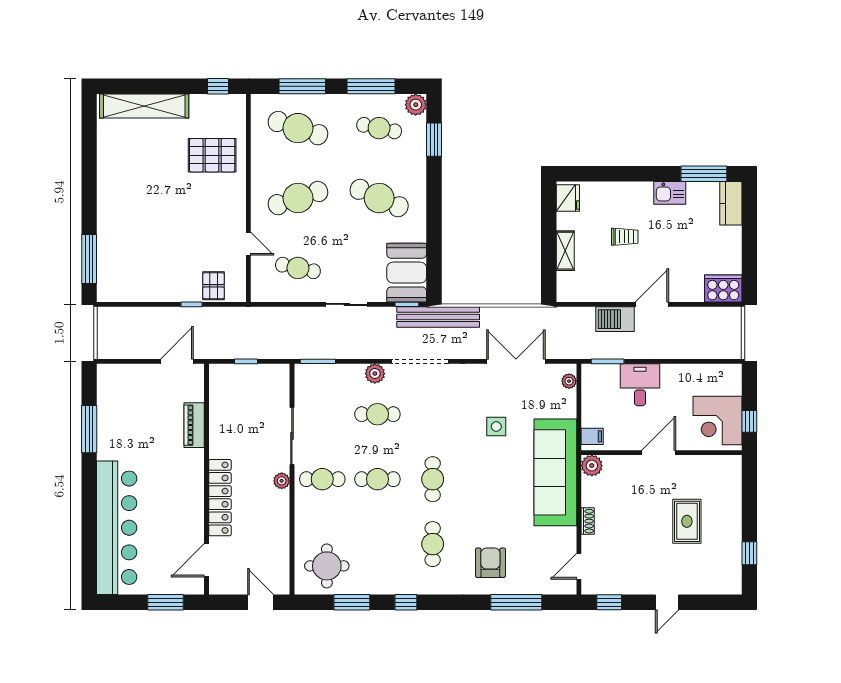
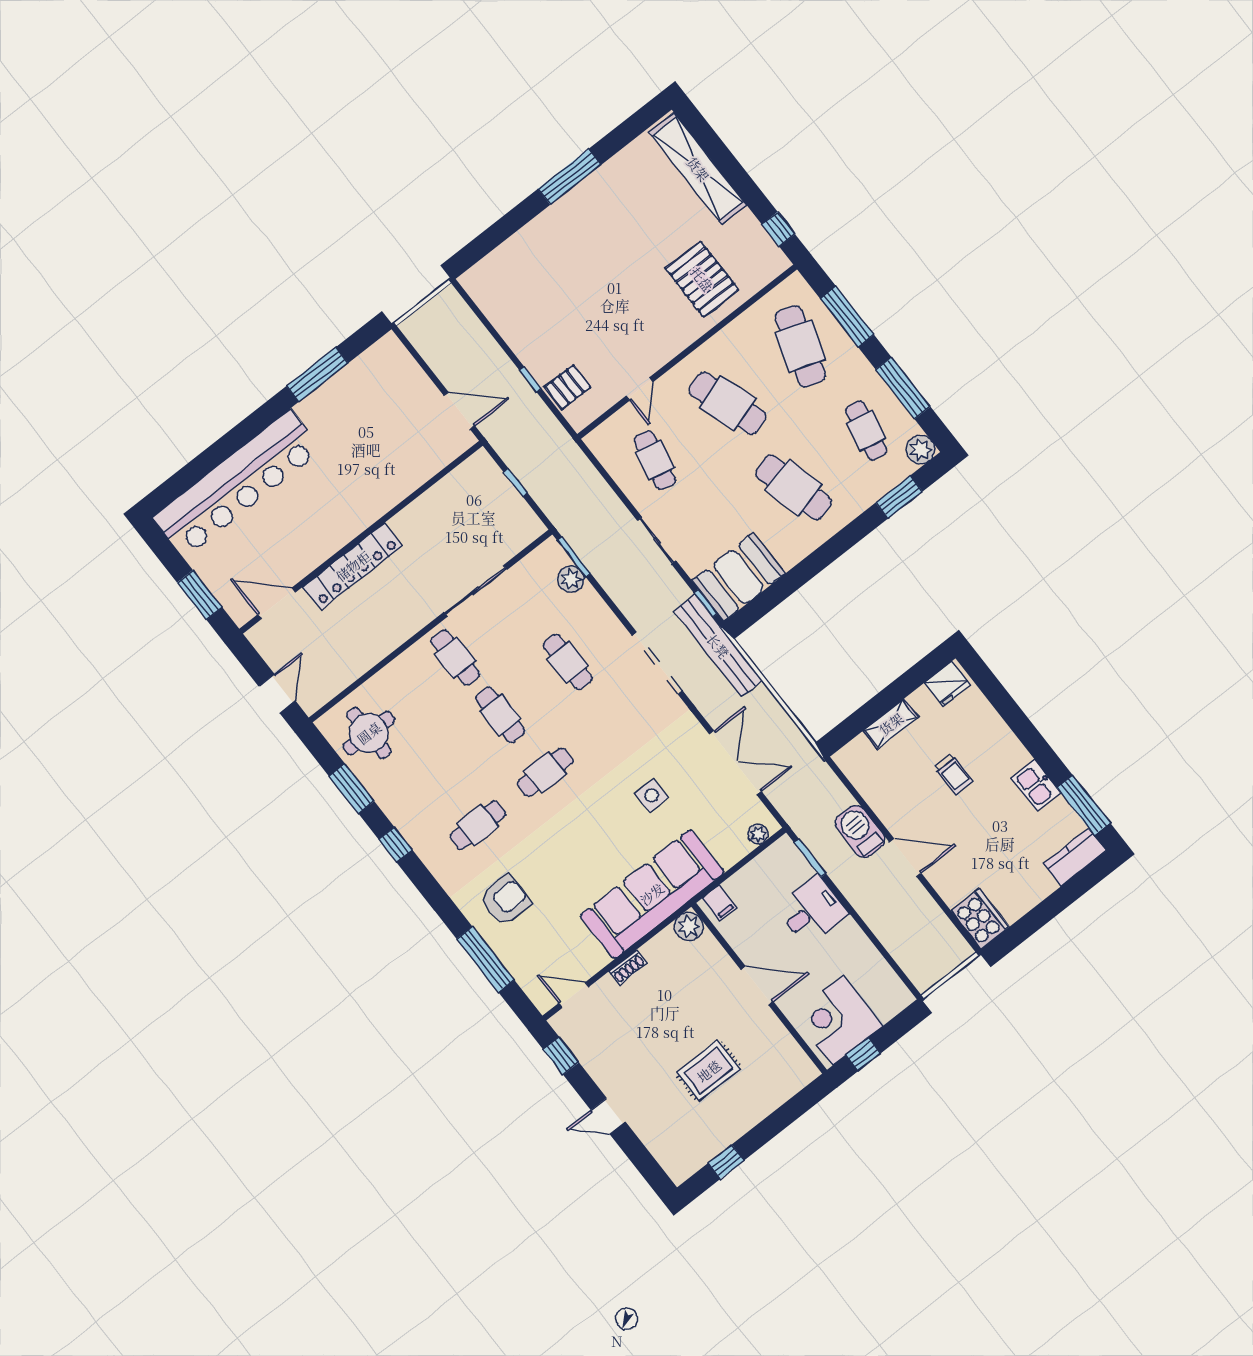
cafe table: (379, 198) -> (794, 488), turned -39
window: (89, 259) -> (570, 177), moved
plant: (375, 374) -> (571, 579), moved
piano: (194, 425) -> (407, 480), removed
plant: (282, 481) -> (420, 617), removed

